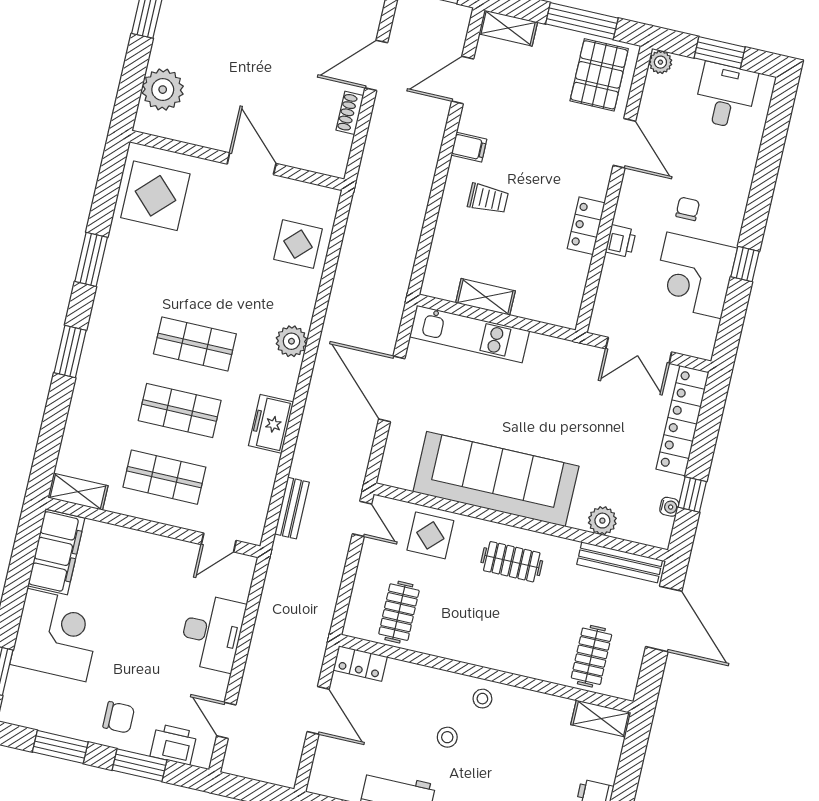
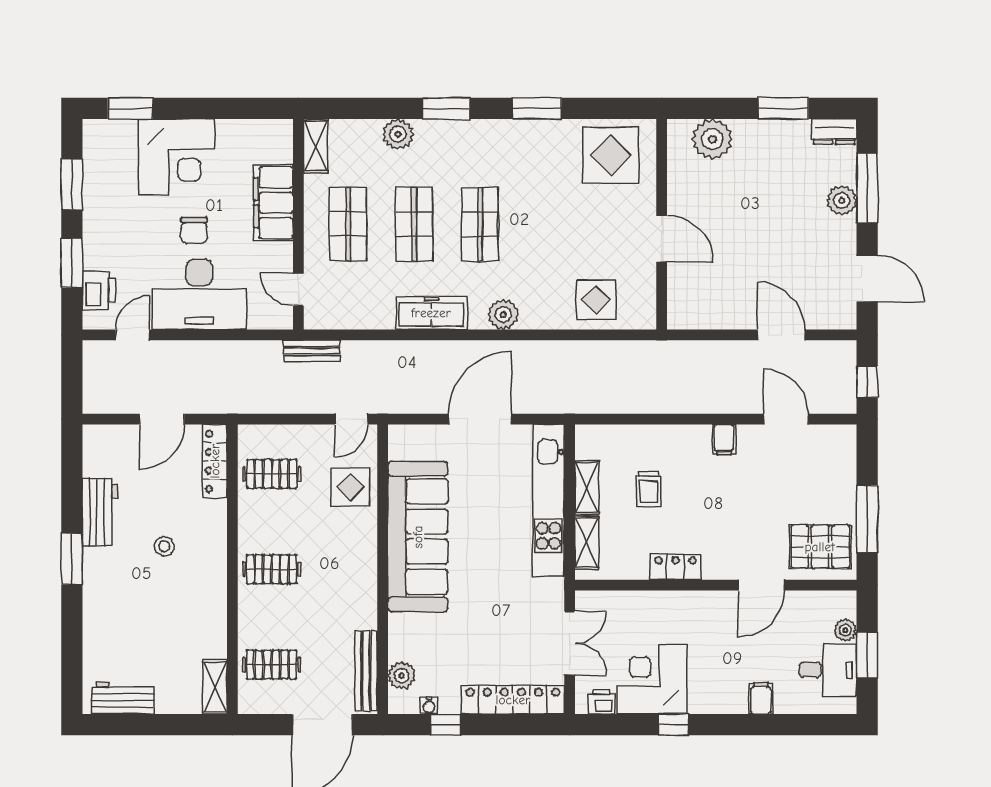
shelving: (508, 28) -> (587, 543), moved
plant: (660, 62) -> (845, 630), moved
shoe rack: (350, 113) -> (731, 320), removed
door: (252, 164) -> (662, 239), hinge flipped
filing cabinet: (739, 170) -> (761, 698), added
trolley: (488, 199) -> (649, 489), moved
chair: (688, 209) -> (713, 659), removed
printer: (621, 241) -> (601, 702), moved, turned 180
kitchen unit: (469, 334) -> (549, 501), width x1.36
double door: (639, 350) -> (570, 643), swing flipped
plant: (85, 406) -> (398, 134), added
freezer: (271, 424) -> (431, 313), width x1.40
bench: (292, 508) -> (312, 351), moved
plant: (602, 521) -> (402, 676), moved
filing cabinet: (56, 552) -> (273, 203), moved, turned 90
clothes rail: (512, 562) -> (272, 569), moved, turned 90
desk: (212, 633) -> (199, 294), width x1.36, depth x1.30
locker: (360, 663) -> (215, 461), width x1.53
stool: (482, 699) -> (208, 571), removed
chair: (119, 717) -> (194, 230), moved

